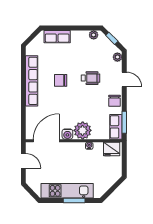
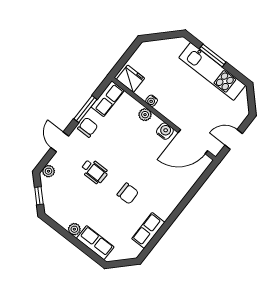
plant: (94, 35) -> (74, 229), moved
wheelchair: (91, 78) -> (94, 171), turned 180
row of seats: (32, 81) -> (148, 230), width x0.50
window: (124, 122) -> (85, 109), moved
plant: (83, 130) -> (145, 115), width x0.53, depth x0.53
door: (23, 161) -> (234, 139), hinge flipped

